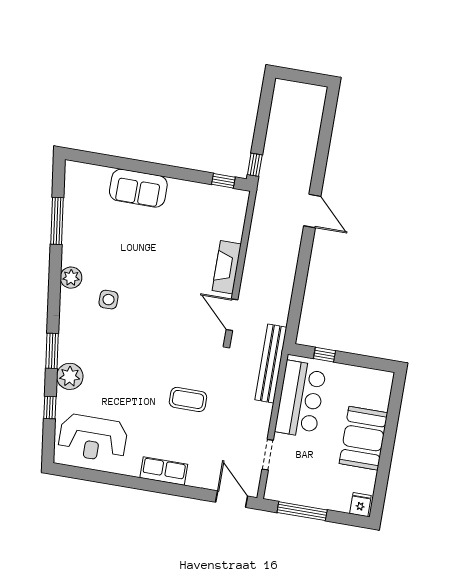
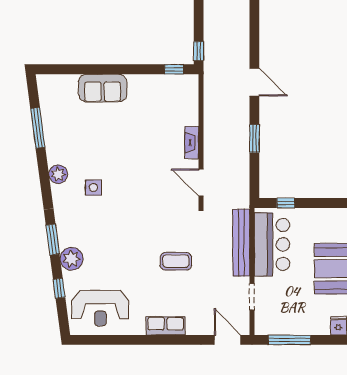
fireplace: (227, 267) -> (192, 143), width x0.73, depth x0.76
window: (301, 275) -> (254, 139), added
bench: (271, 364) -> (241, 243), moved

